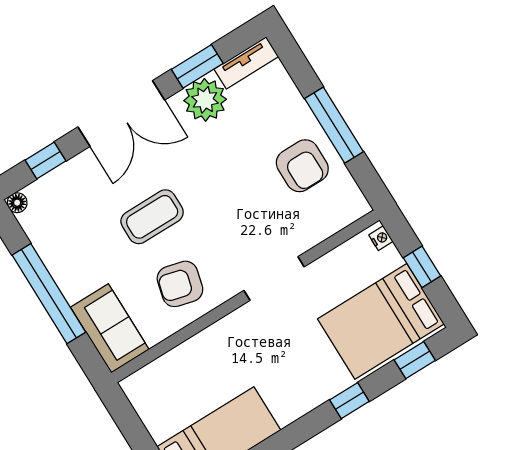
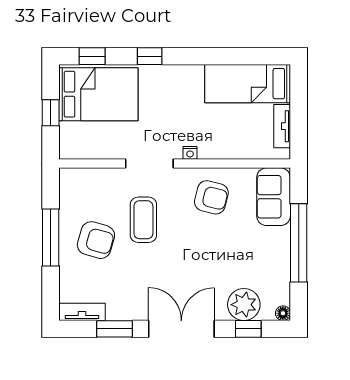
plant: (205, 100) -> (244, 305), moved
armchair: (302, 166) -> (96, 240), moved, turned 106
coffee table: (152, 217) -> (143, 220), moved, turned 90
nightstand: (381, 238) -> (190, 153), moved, turned -90
tv unit: (150, 414) -> (282, 126), added

